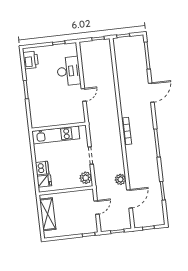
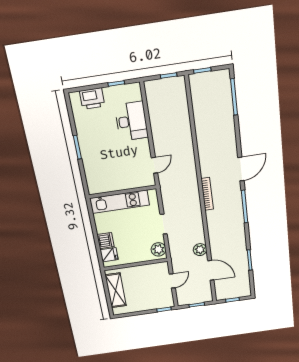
printer: (31, 60) -> (92, 99), moved, turned 90
door: (151, 93) -> (241, 169), moved
door: (84, 95) -> (154, 165), moved
door: (129, 199) -> (211, 270), hinge flipped

